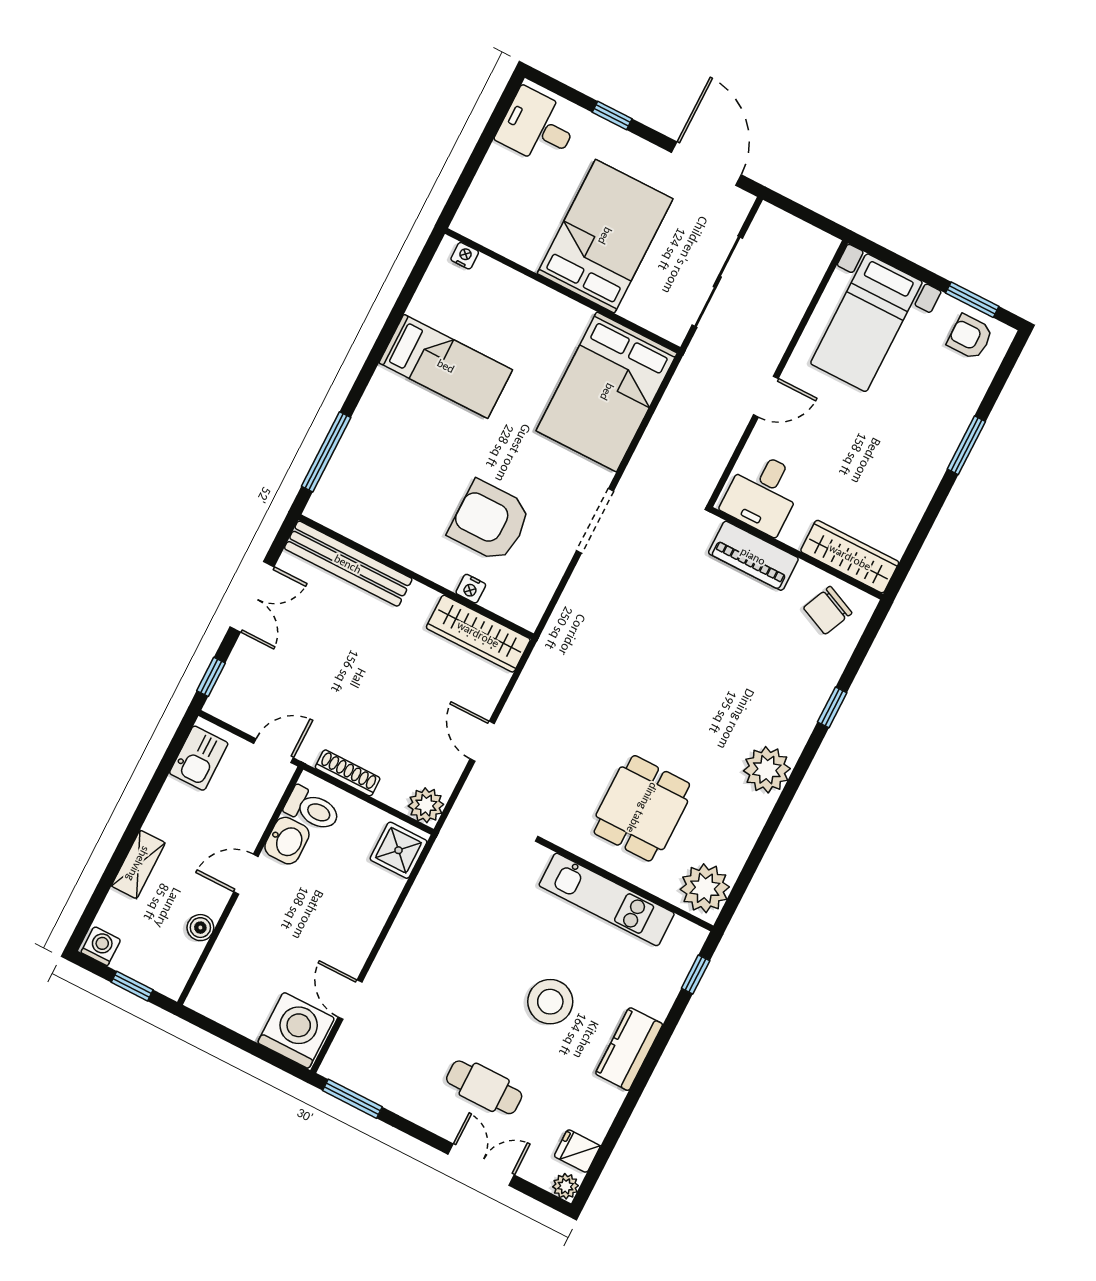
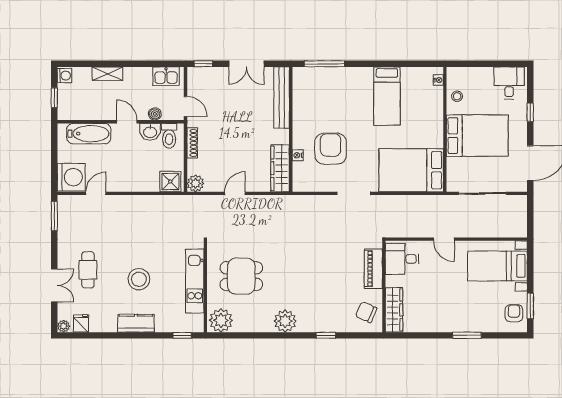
stool: (513, 236) -> (457, 96), added
boiler: (200, 928) -> (155, 114), moved
bathtub: (232, 956) -> (89, 134), added

